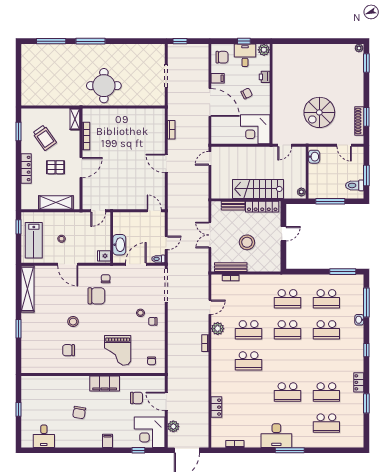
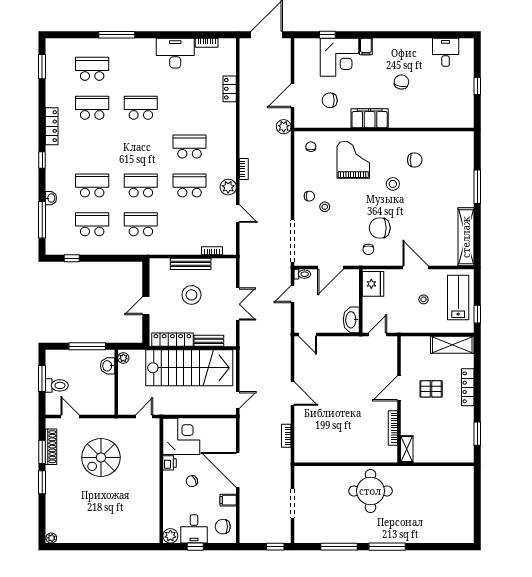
window: (51, 41) -> (339, 547), moved
window: (366, 63) -> (42, 482), moved
printer: (265, 77) -> (170, 463), moved
spiral stairs: (319, 112) -> (101, 457), turned 180
trolley: (45, 138) -> (445, 426), removed
washbasin: (314, 157) -> (108, 366), moved
toilet: (355, 185) -> (57, 385), moved
stairs: (258, 189) -> (189, 368), width x1.36, depth x1.51
shelving: (56, 203) -> (452, 345), moved
washbasin: (119, 245) -> (351, 320), moved
fridge: (104, 256) -> (373, 284), width x1.88, depth x1.34
bench: (231, 267) -> (191, 264), moved
window: (343, 272) -> (72, 258), width x0.46
door: (210, 307) -> (238, 214), swing flipped
stool: (73, 322) -> (393, 184), moved
window: (18, 329) -> (477, 187), width x1.44
locker: (359, 382) -> (52, 126), width x1.53
door: (166, 402) -> (292, 96), swing flipped
window: (366, 403) -> (42, 67), moved
plant: (173, 426) -> (284, 127), moved
corner desk: (150, 432) -> (340, 57), moved, turned 90
desk: (276, 436) -> (175, 53), moved
window: (290, 450) -> (117, 35), moved

